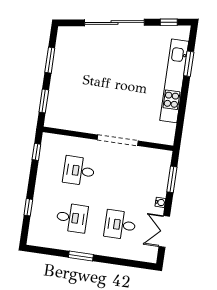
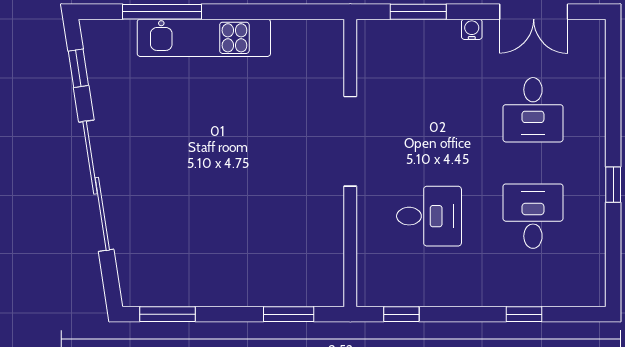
window: (50, 60) -> (167, 314), moved
window: (189, 64) -> (162, 12), width x1.44
kitchen unit: (174, 81) -> (204, 38), width x0.73
desk: (79, 171) -> (429, 216), turned -90
window: (81, 256) -> (613, 185), width x0.67

